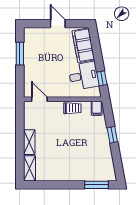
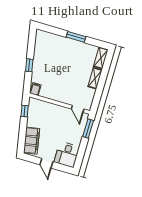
window: (20, 54) -> (88, 128), moved
desk: (84, 76) -> (67, 154), moved, turned -80
trolley: (72, 108) -> (54, 95), removed
window: (96, 185) -> (76, 37), moved

